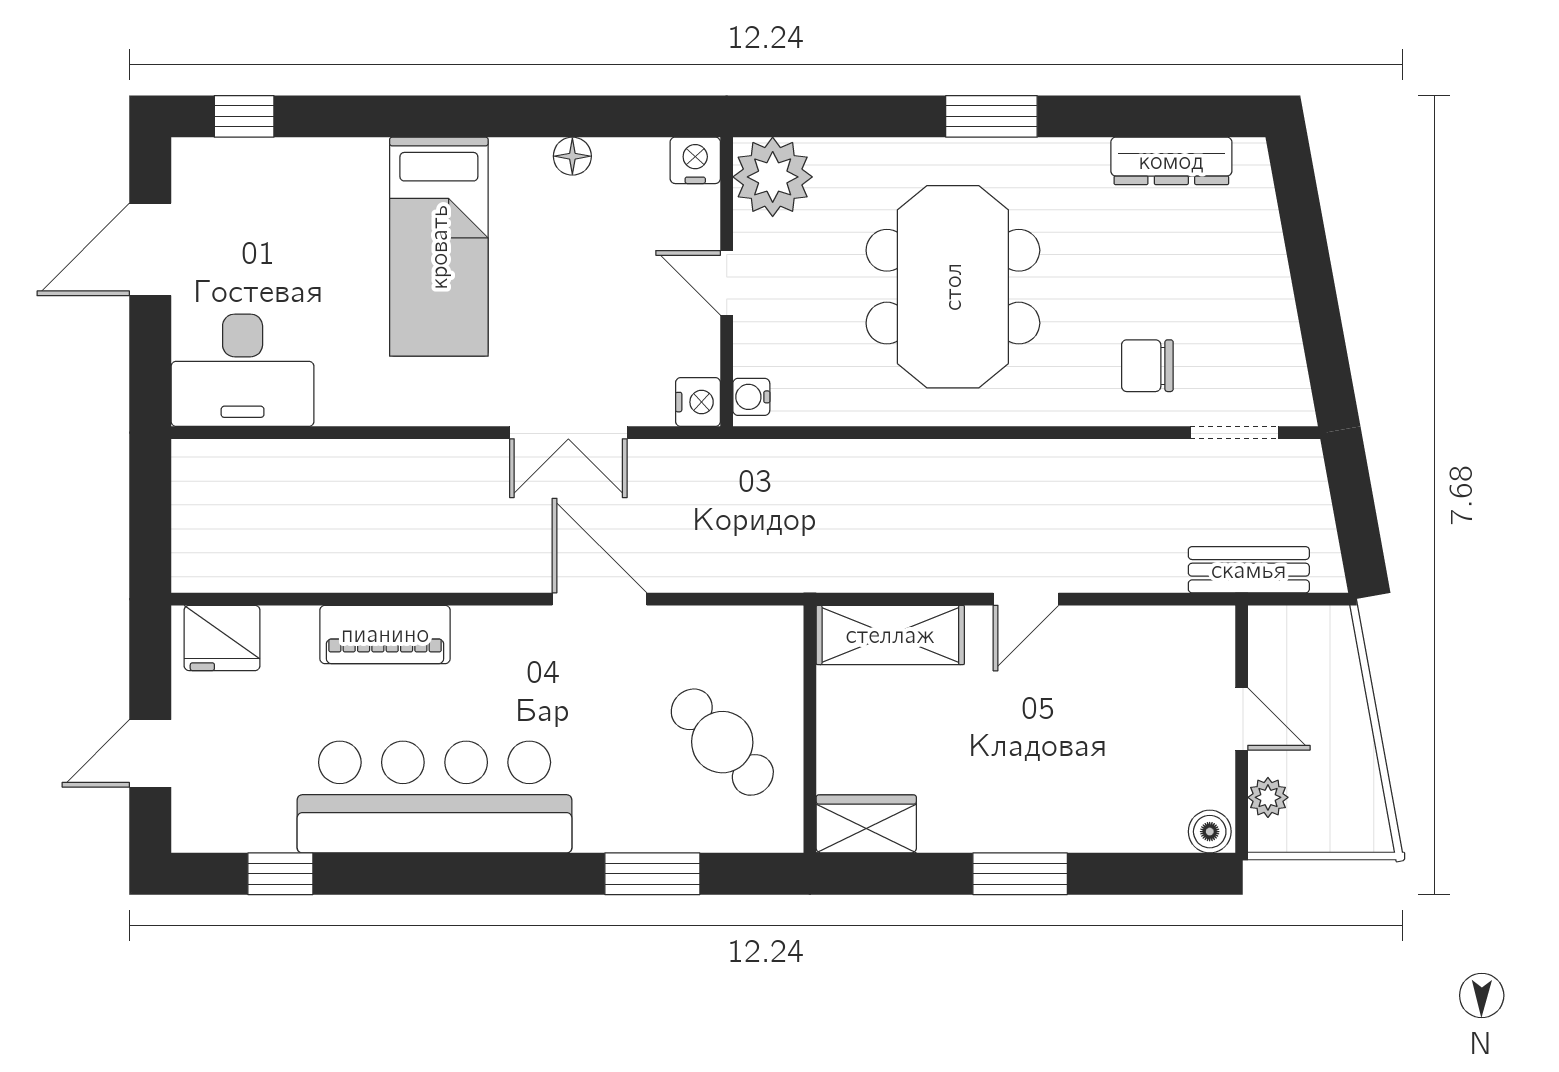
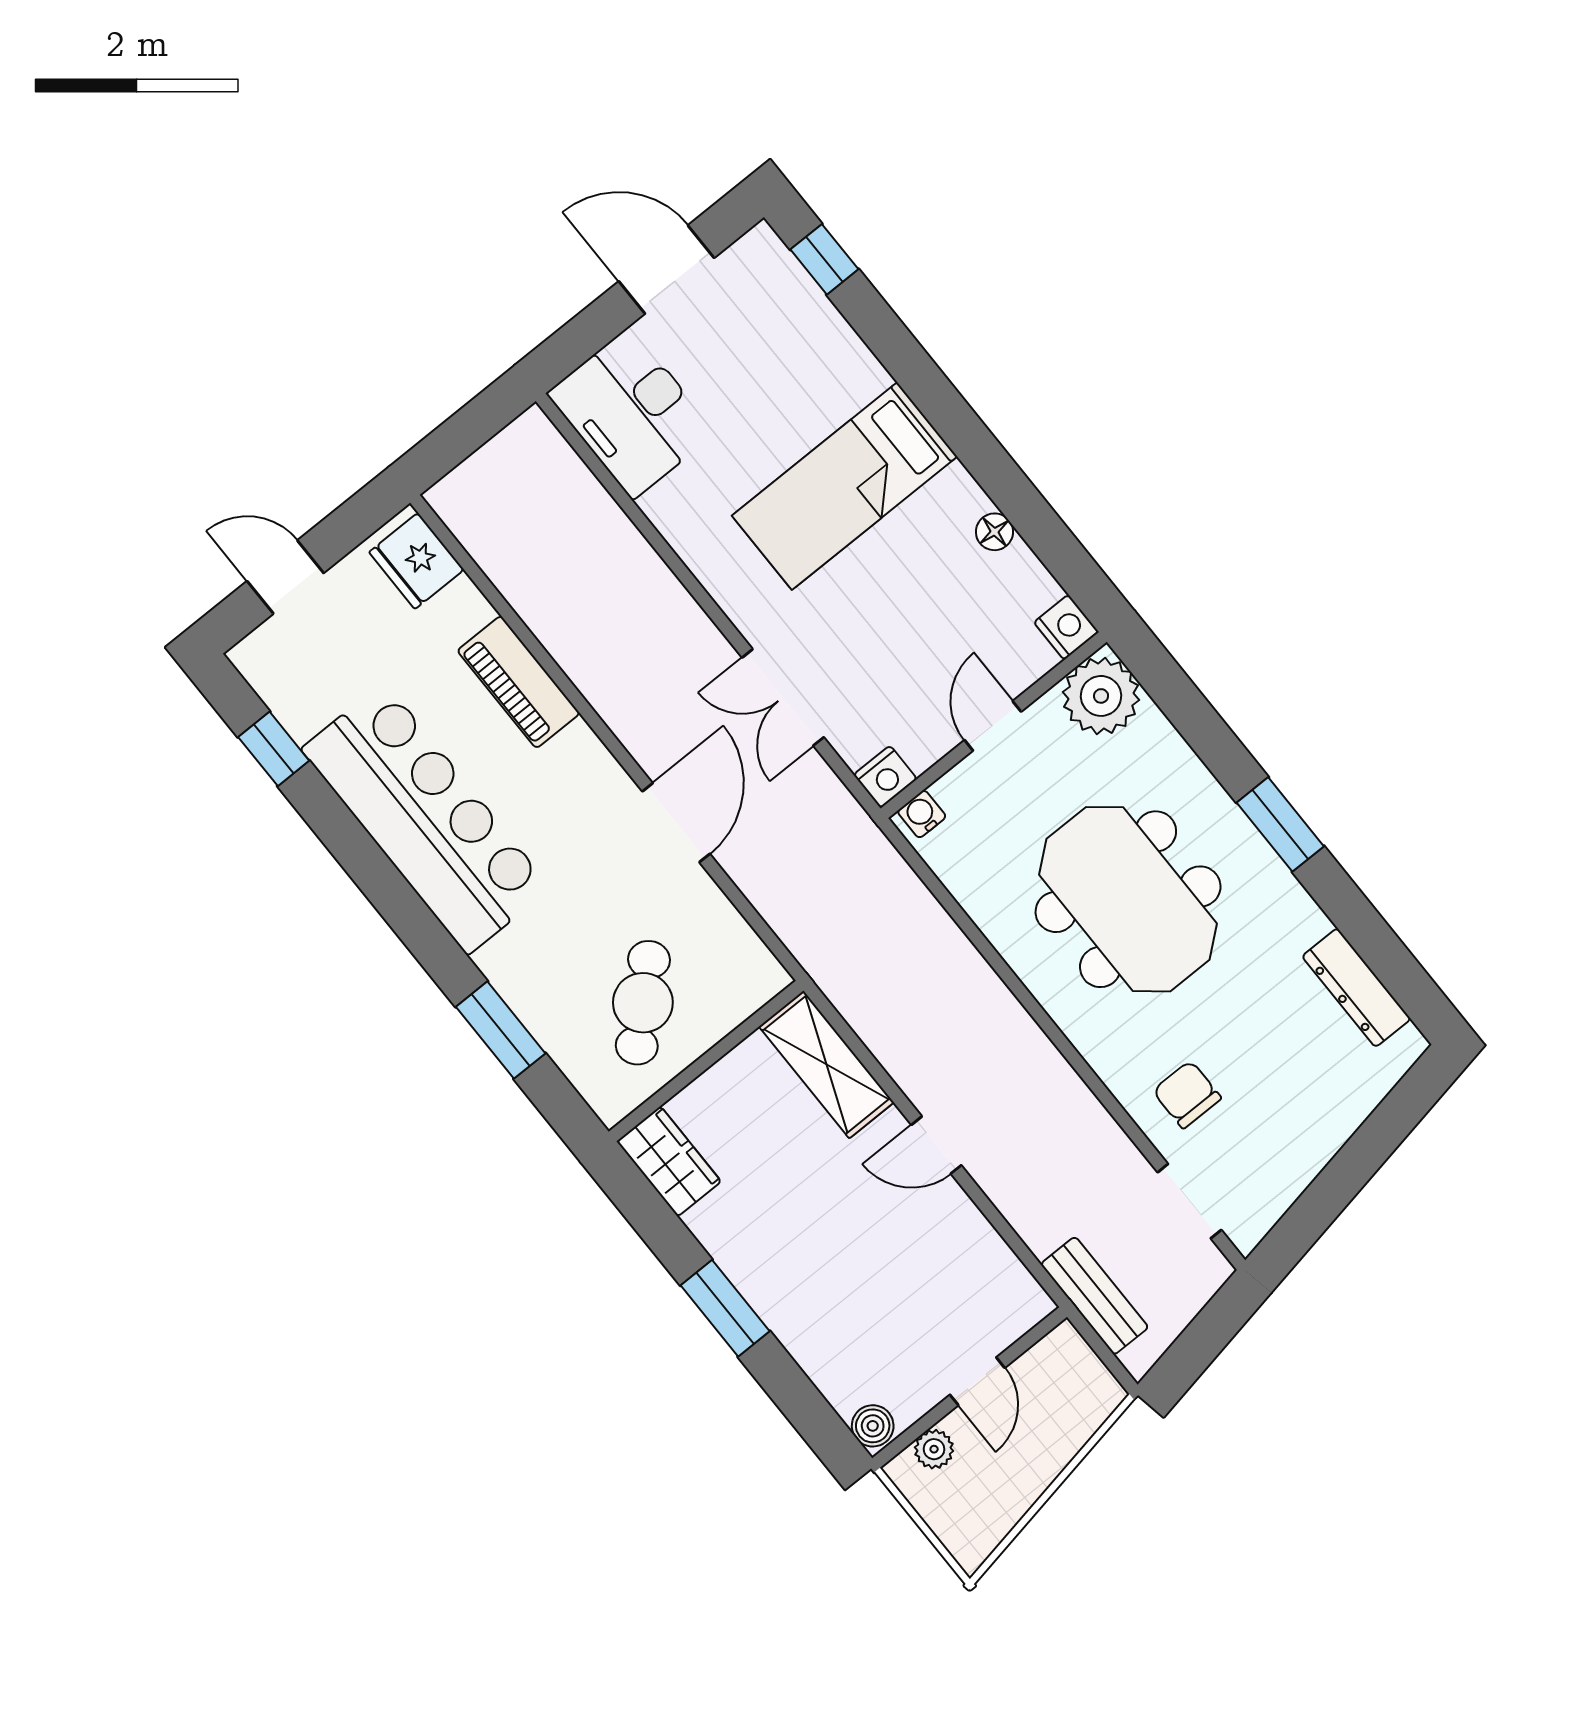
meeting table: (953, 287) -> (1128, 899), turned 90

